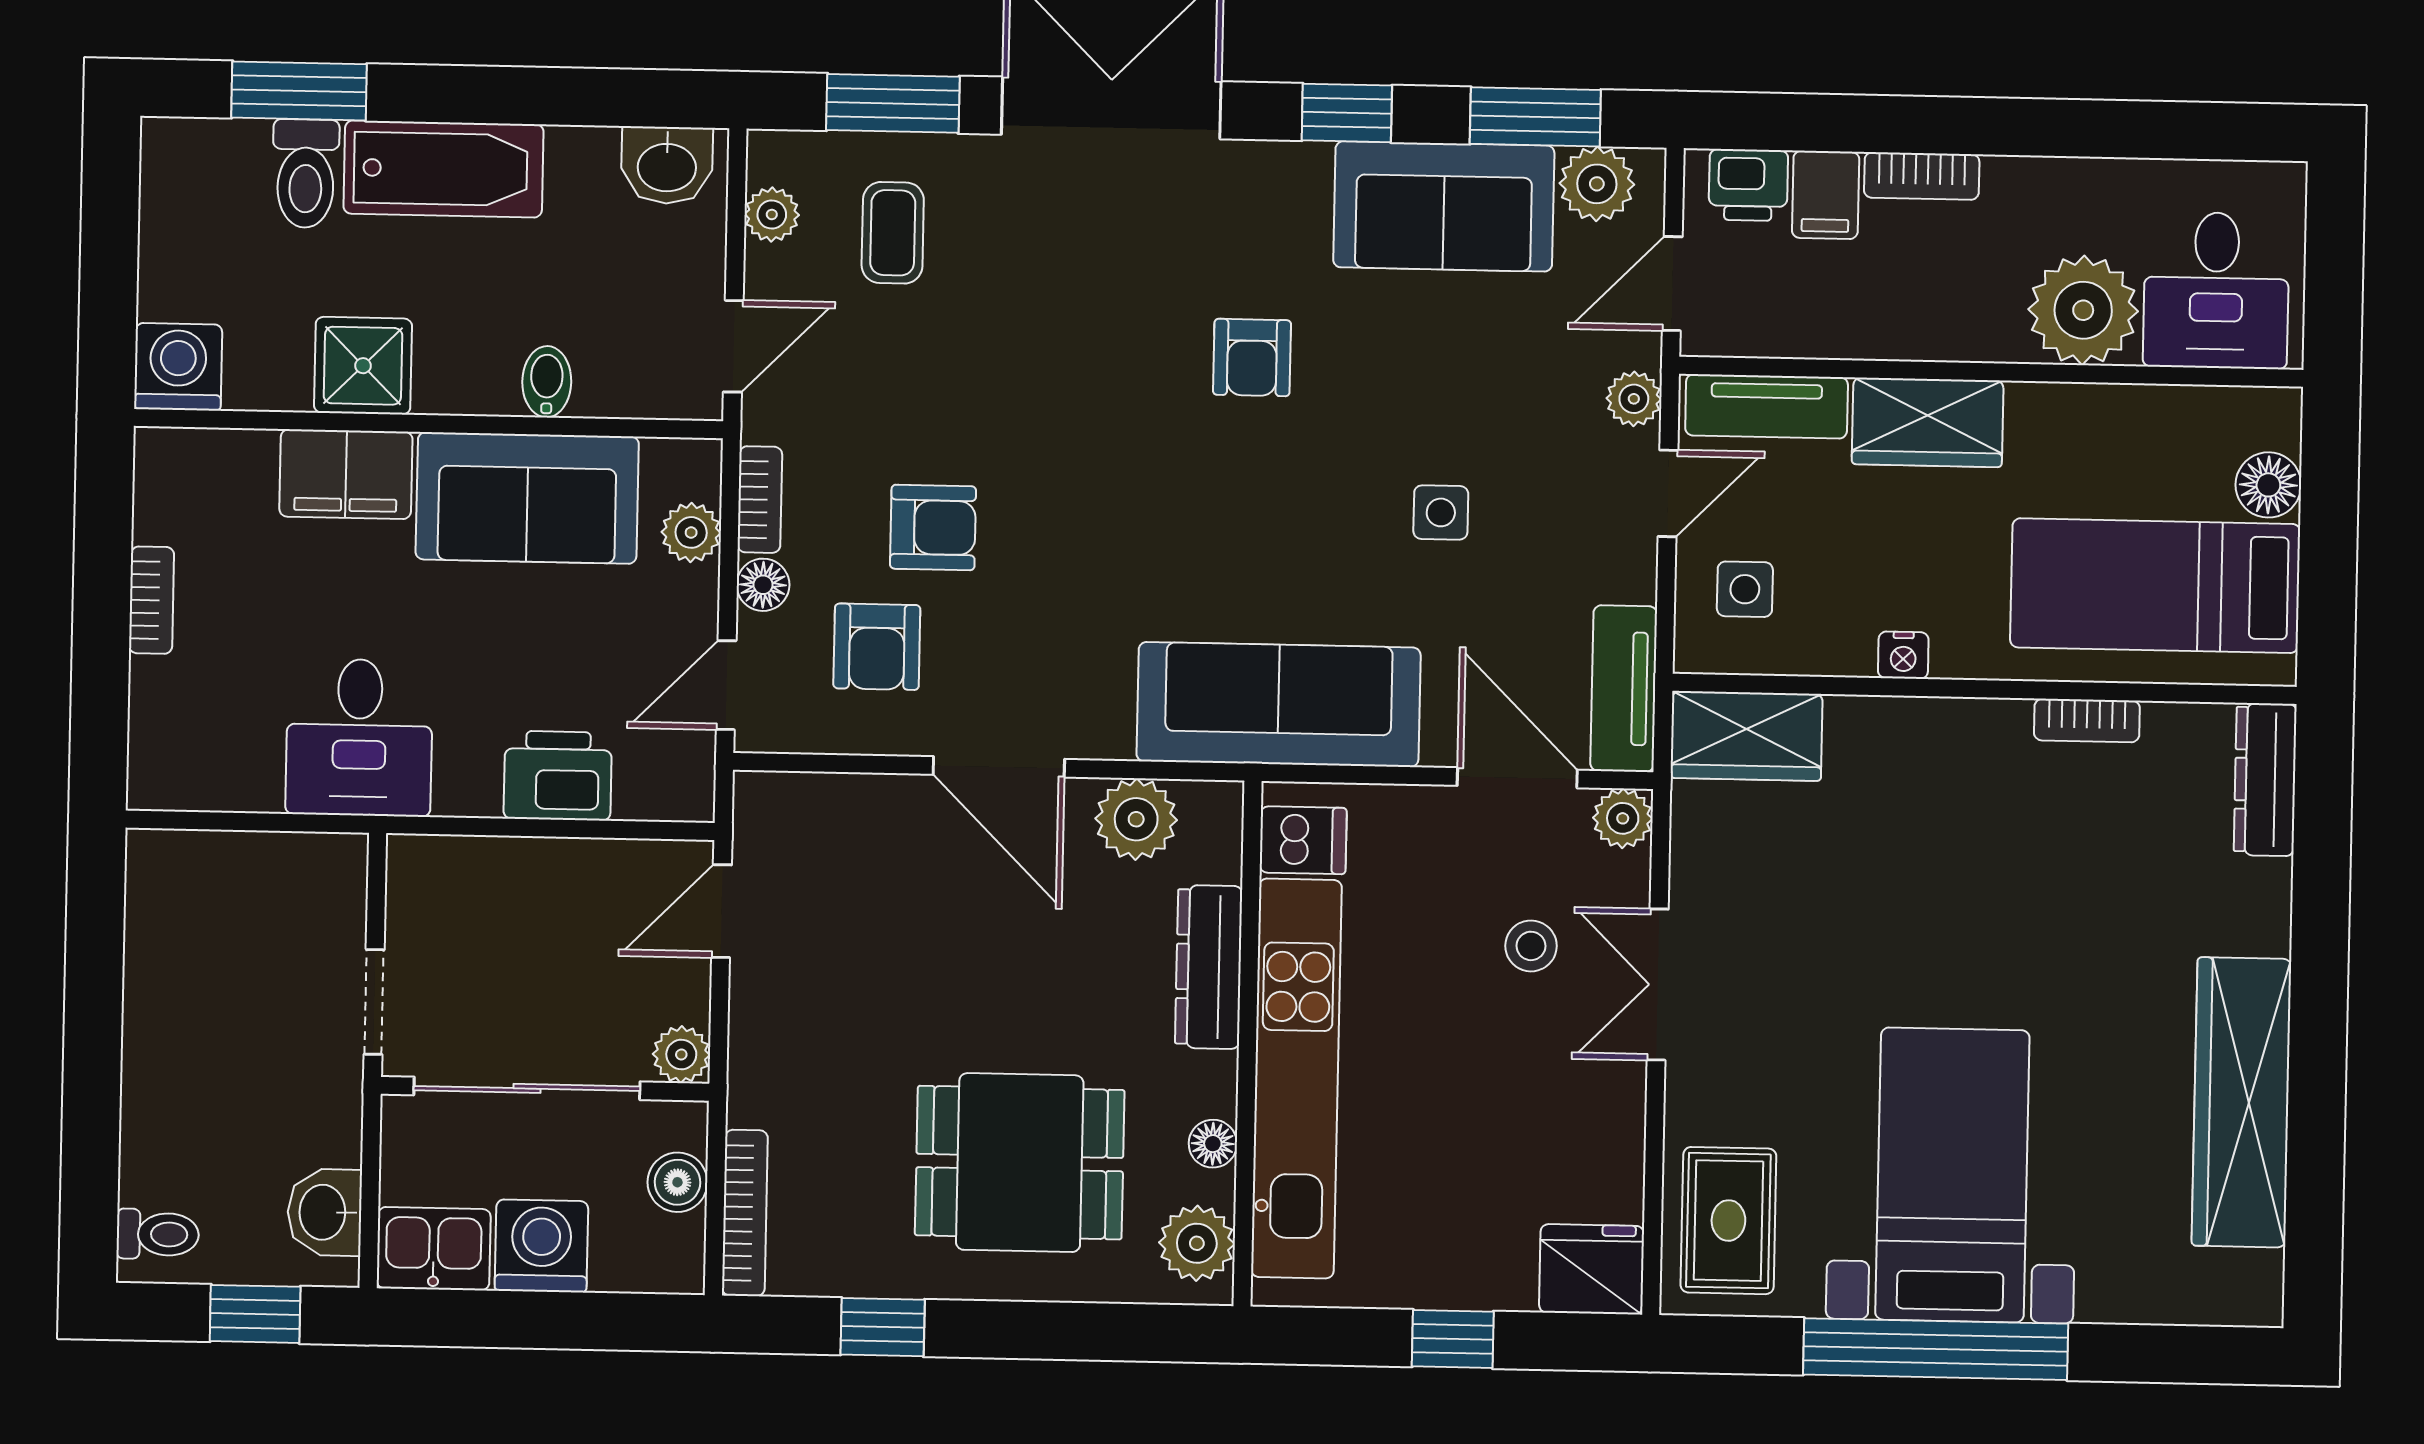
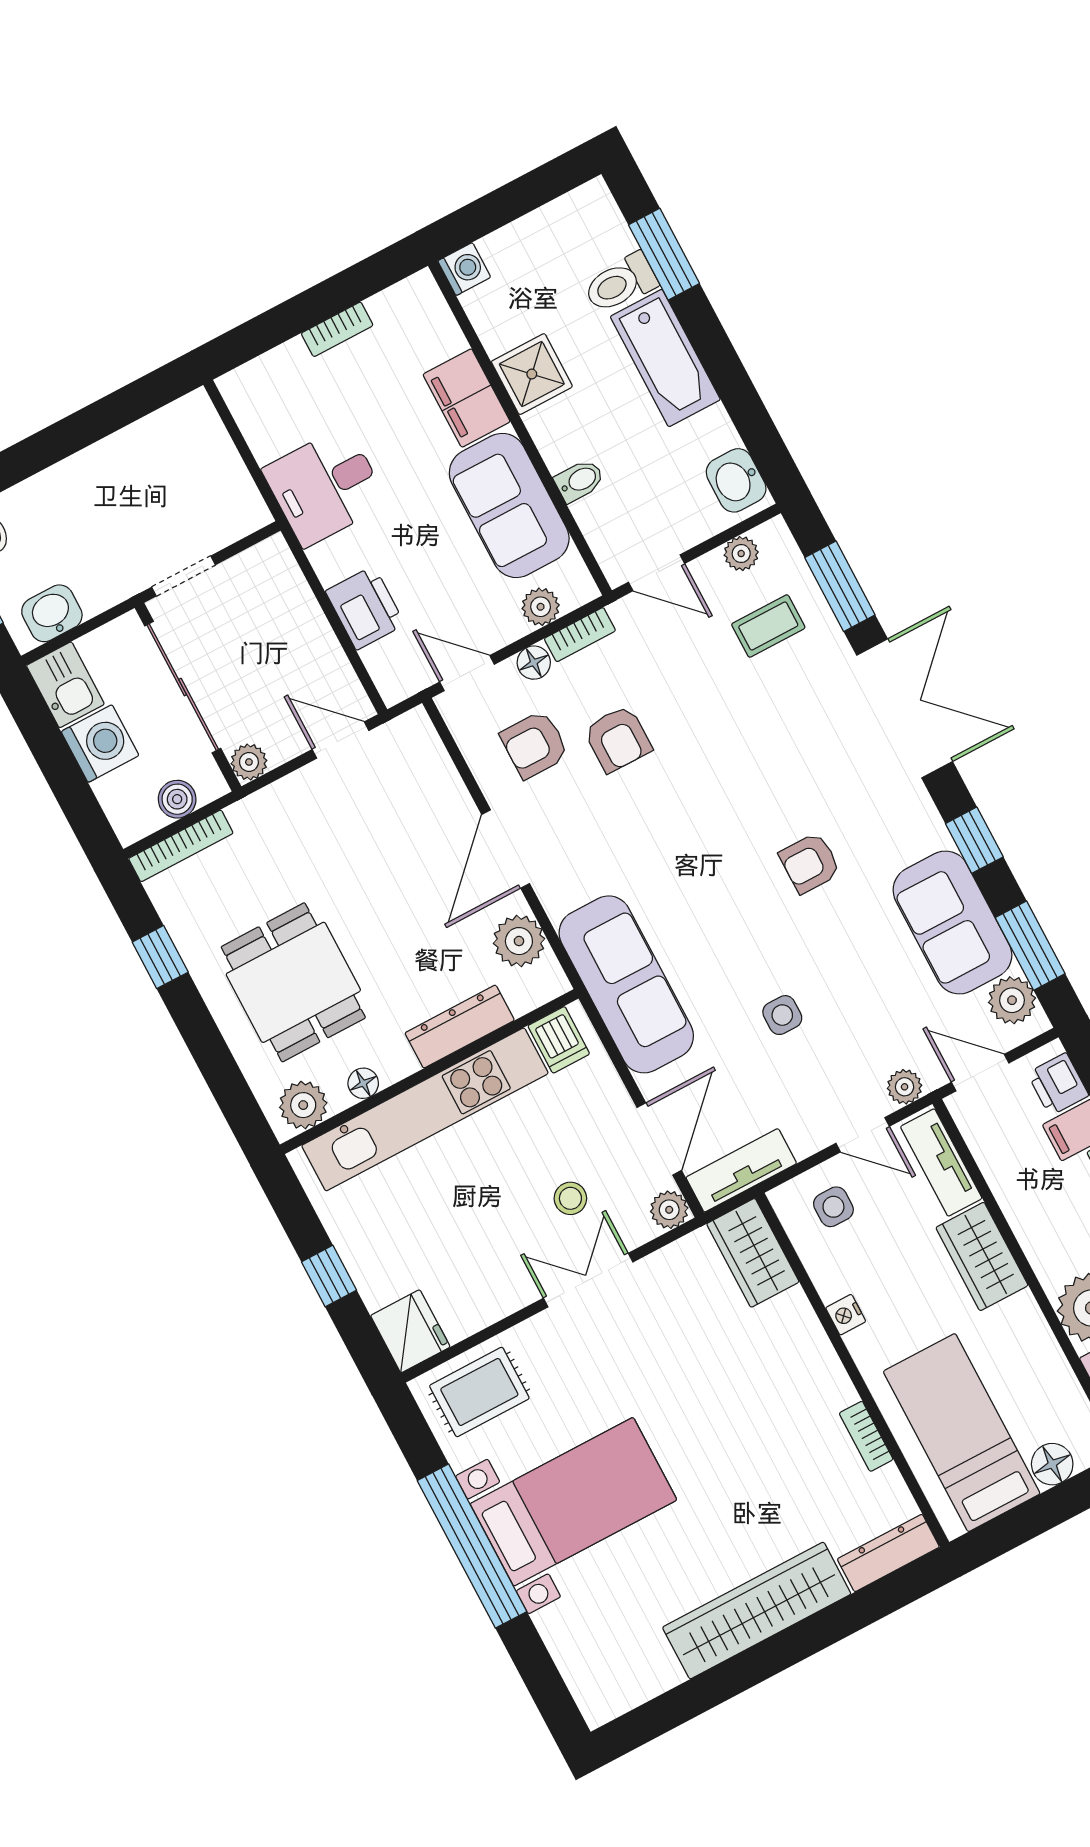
washing machine: (178, 367) -> (464, 269), width x0.73, depth x0.73
wardrobe: (2241, 1102) -> (757, 1611), moved

